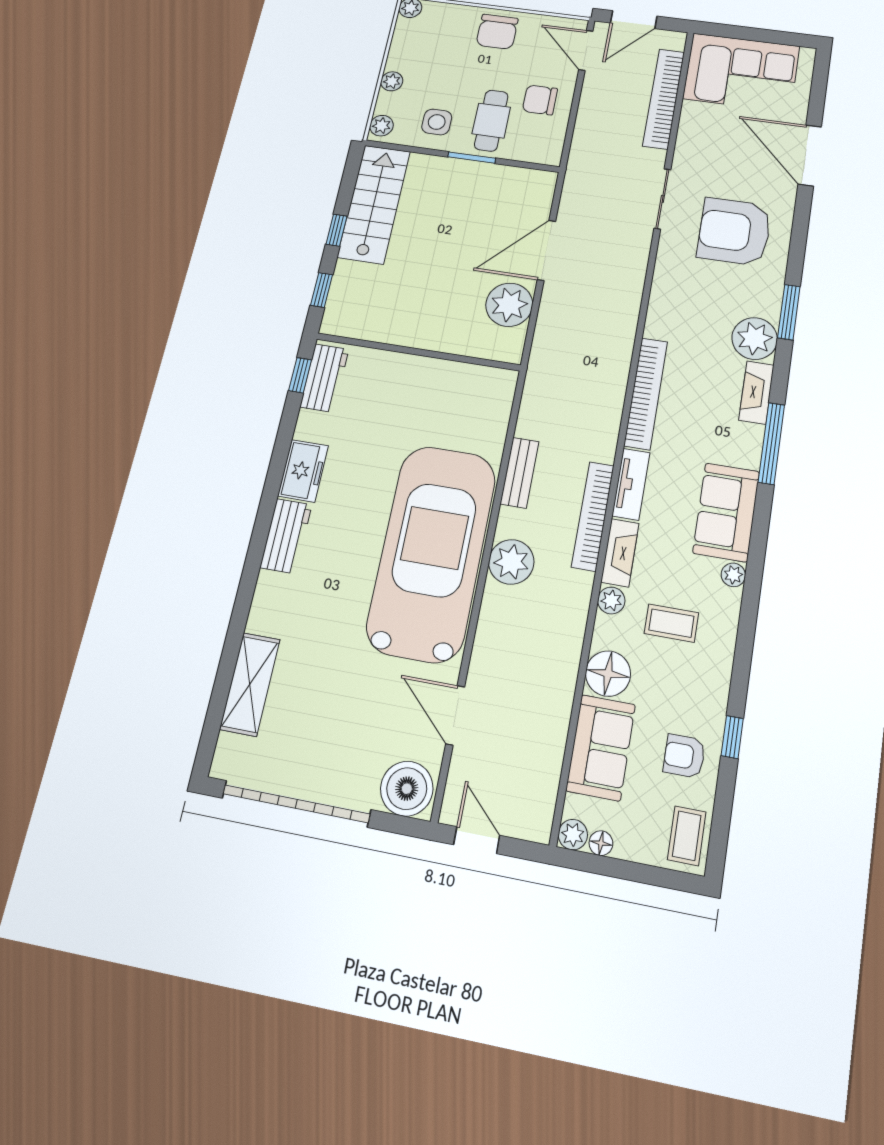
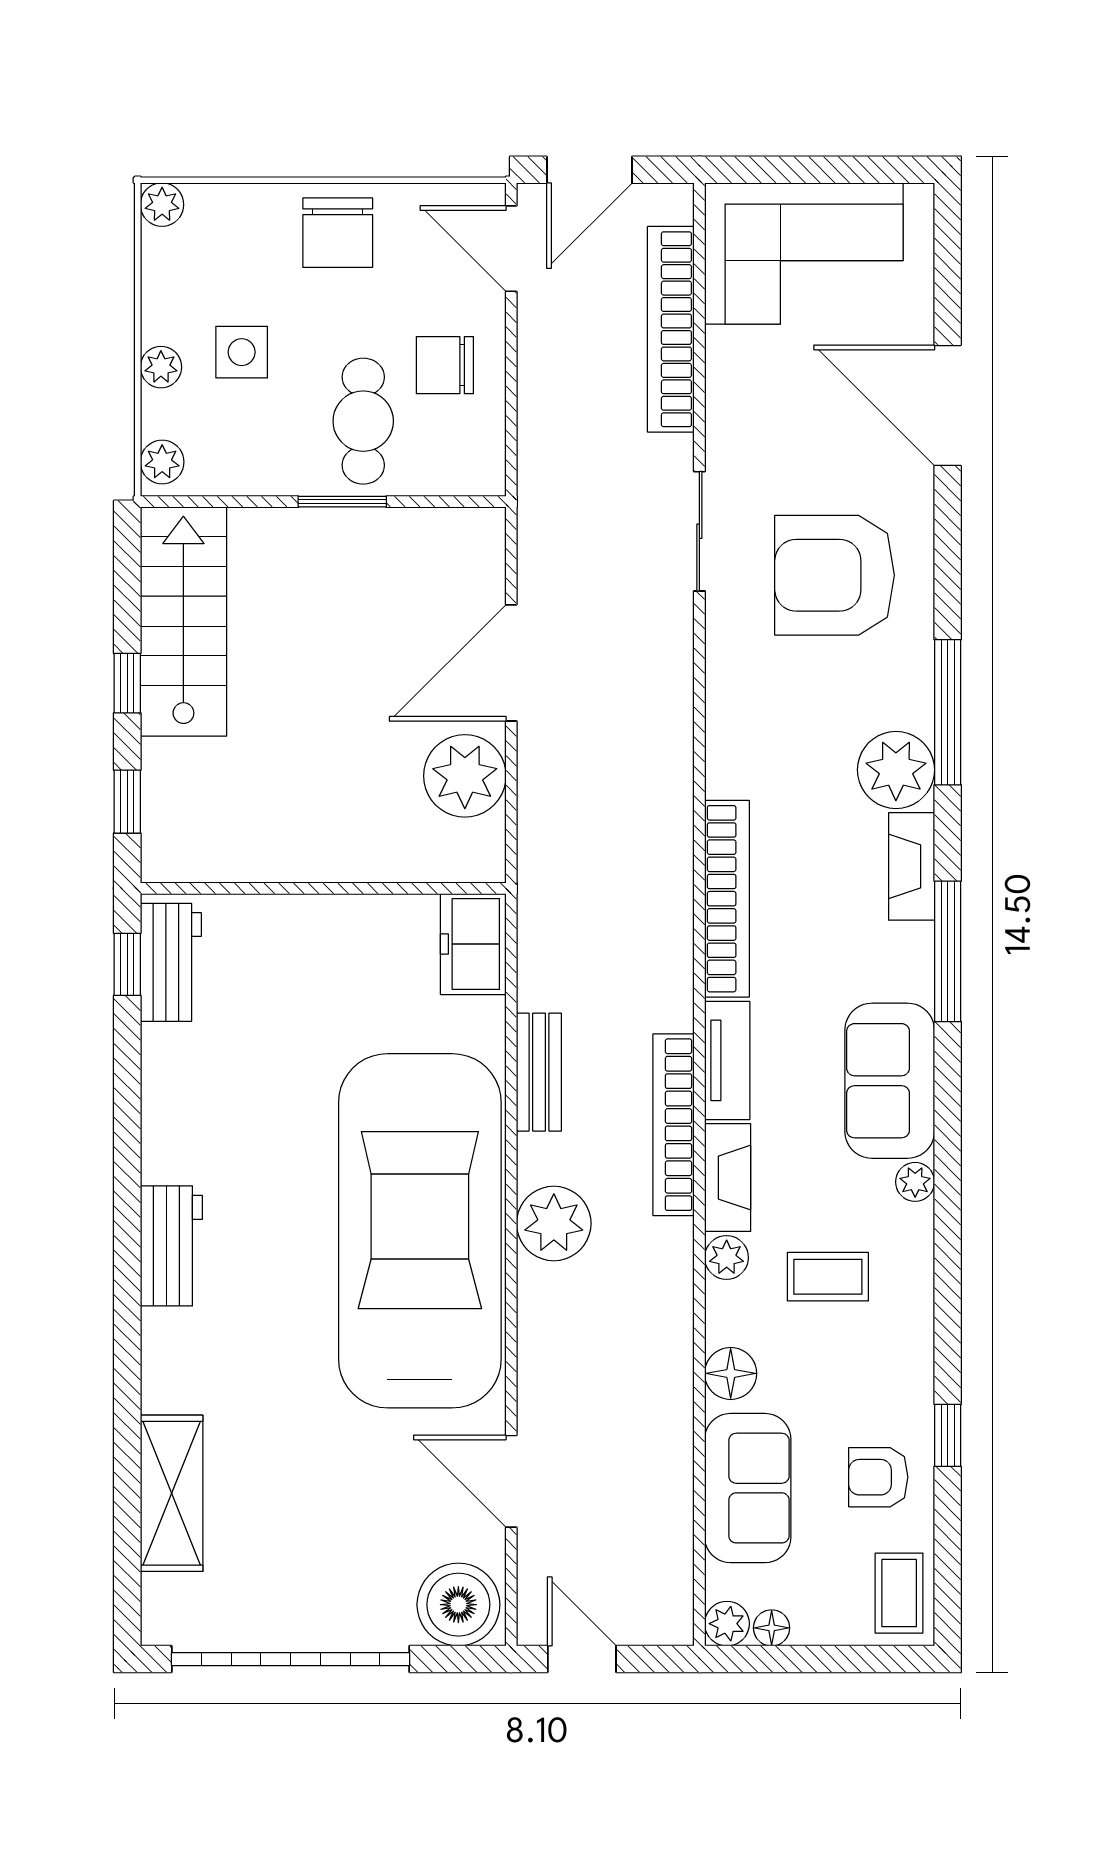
side table: (437, 122) -> (242, 352), moved
window: (789, 312) -> (948, 712), width x1.44
freezer: (303, 471) -> (473, 944), moved, turned 180
floor lamp: (608, 674) -> (731, 1373), width x0.73, depth x0.73

